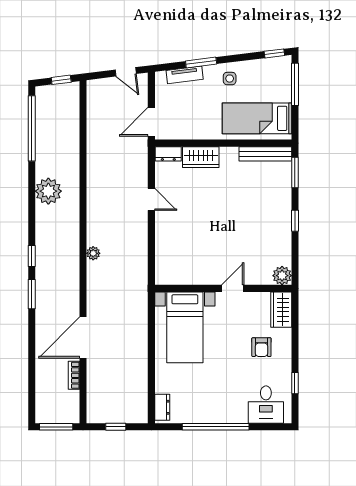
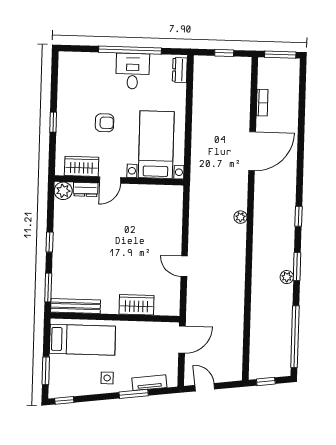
window: (295, 84) -> (46, 371), width x0.69
dresser: (168, 154) -> (86, 189), moved, turned 180
plant: (48, 191) -> (287, 277), width x0.53, depth x0.53
window: (32, 294) -> (297, 266), moved
wardrobe: (281, 310) -> (82, 166), moved, turned -90
door: (83, 338) -> (252, 151), moved
armchair: (261, 347) -> (104, 123), moved, turned 90
window: (295, 383) -> (53, 122), moved
desk: (266, 405) -> (133, 71), moved

